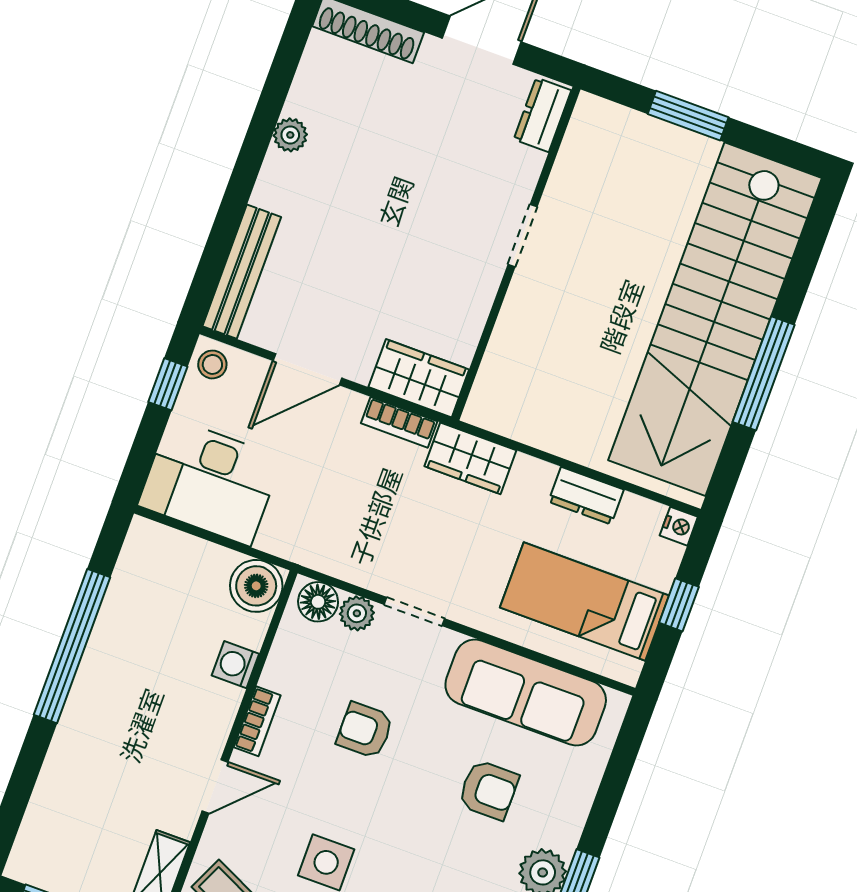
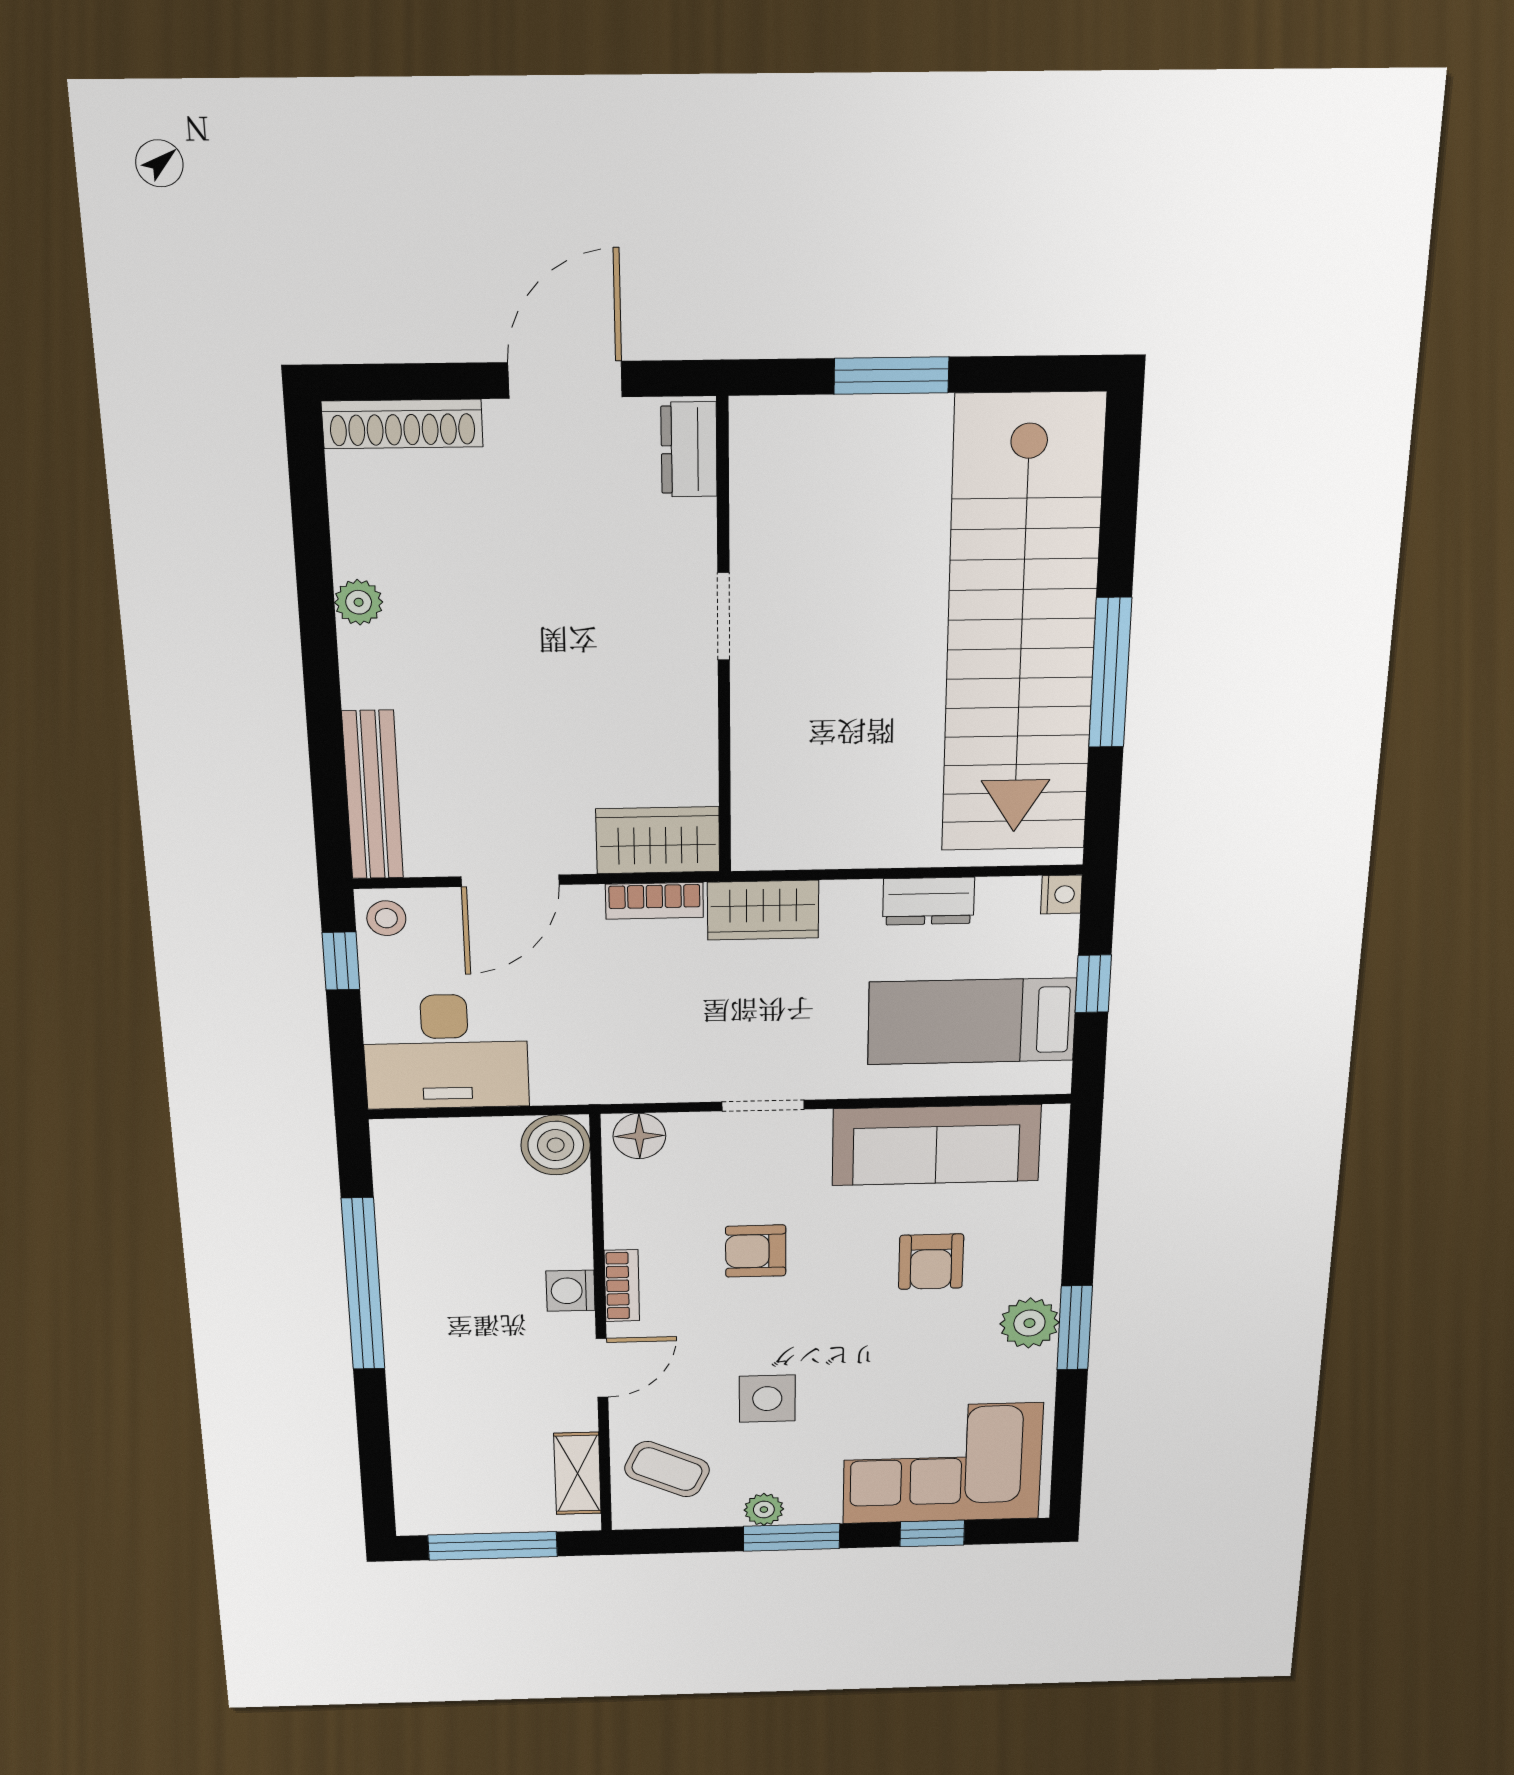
plant: (357, 613) -> (693, 1132), removed
washing machine: (235, 665) -> (571, 1291), moved
armchair: (488, 790) -> (931, 1262), turned 90

